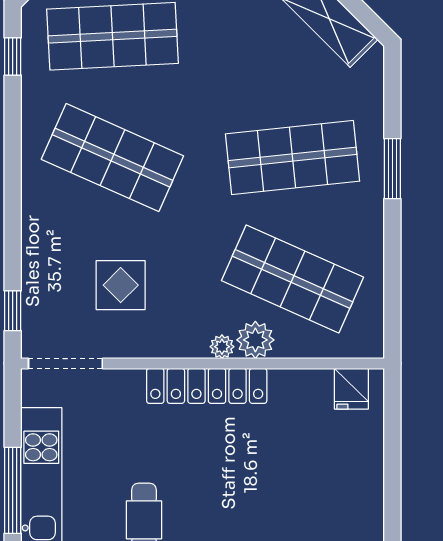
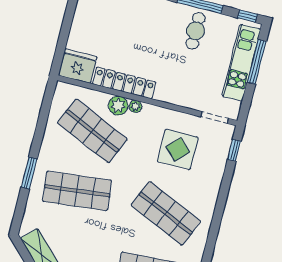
display table: (121, 285) -> (178, 149), width x1.36, depth x1.36
doorway: (66, 364) -> (215, 118), width x0.73
locker: (207, 386) -> (124, 83), moved
fridge: (351, 389) -> (78, 66), width x1.88, depth x1.34

